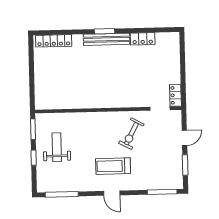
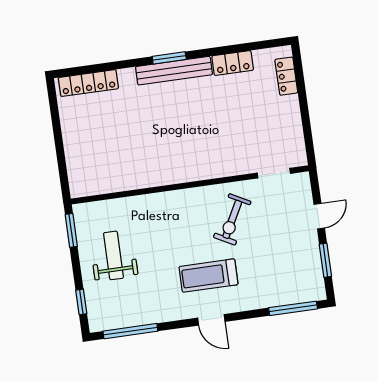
locker: (175, 95) -> (286, 76), moved
window: (34, 158) -> (81, 302), moved

